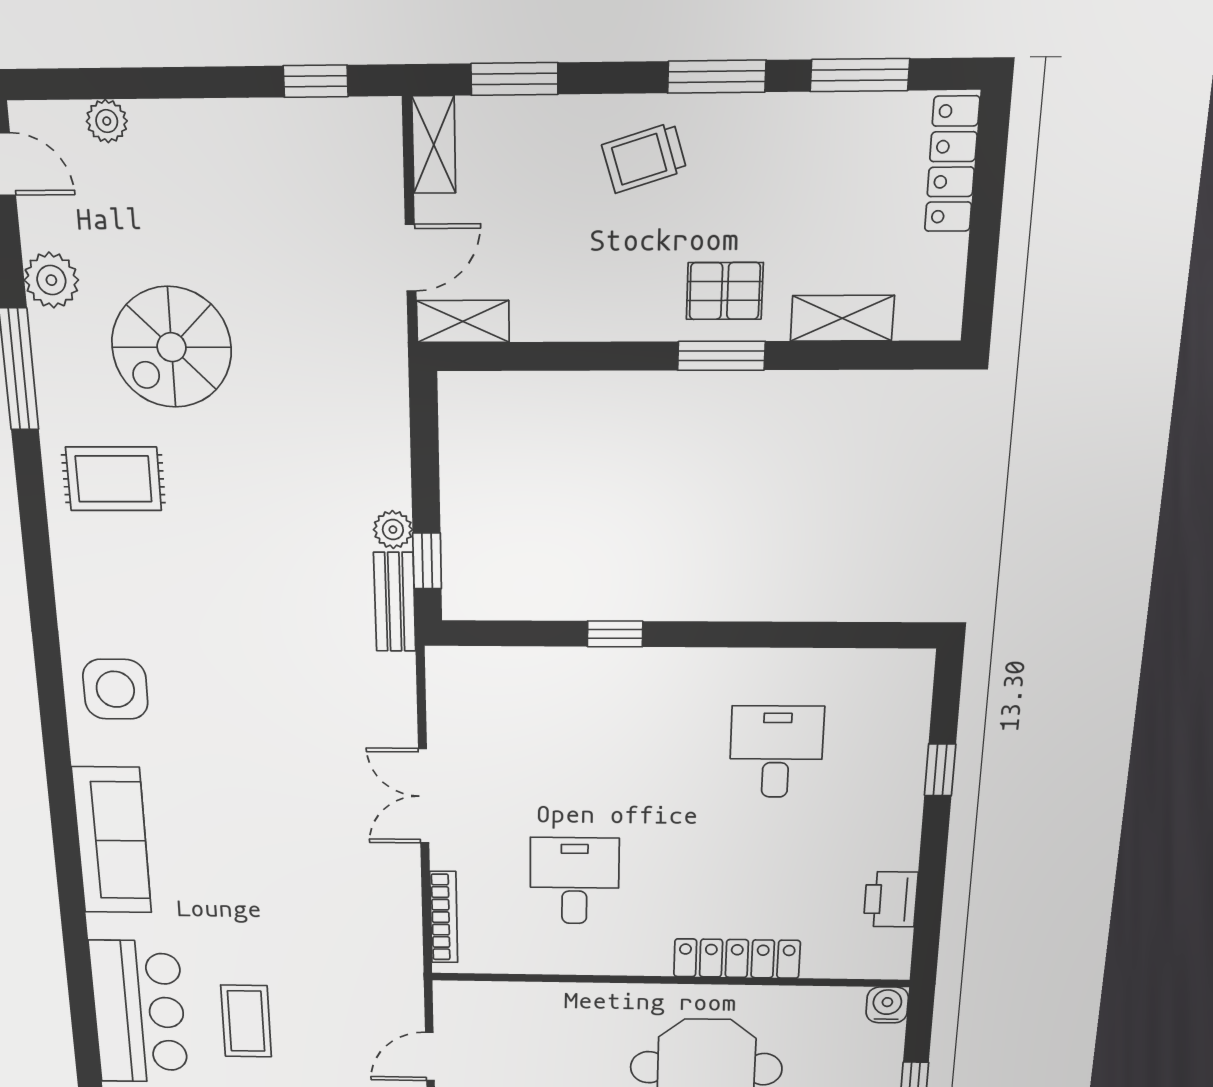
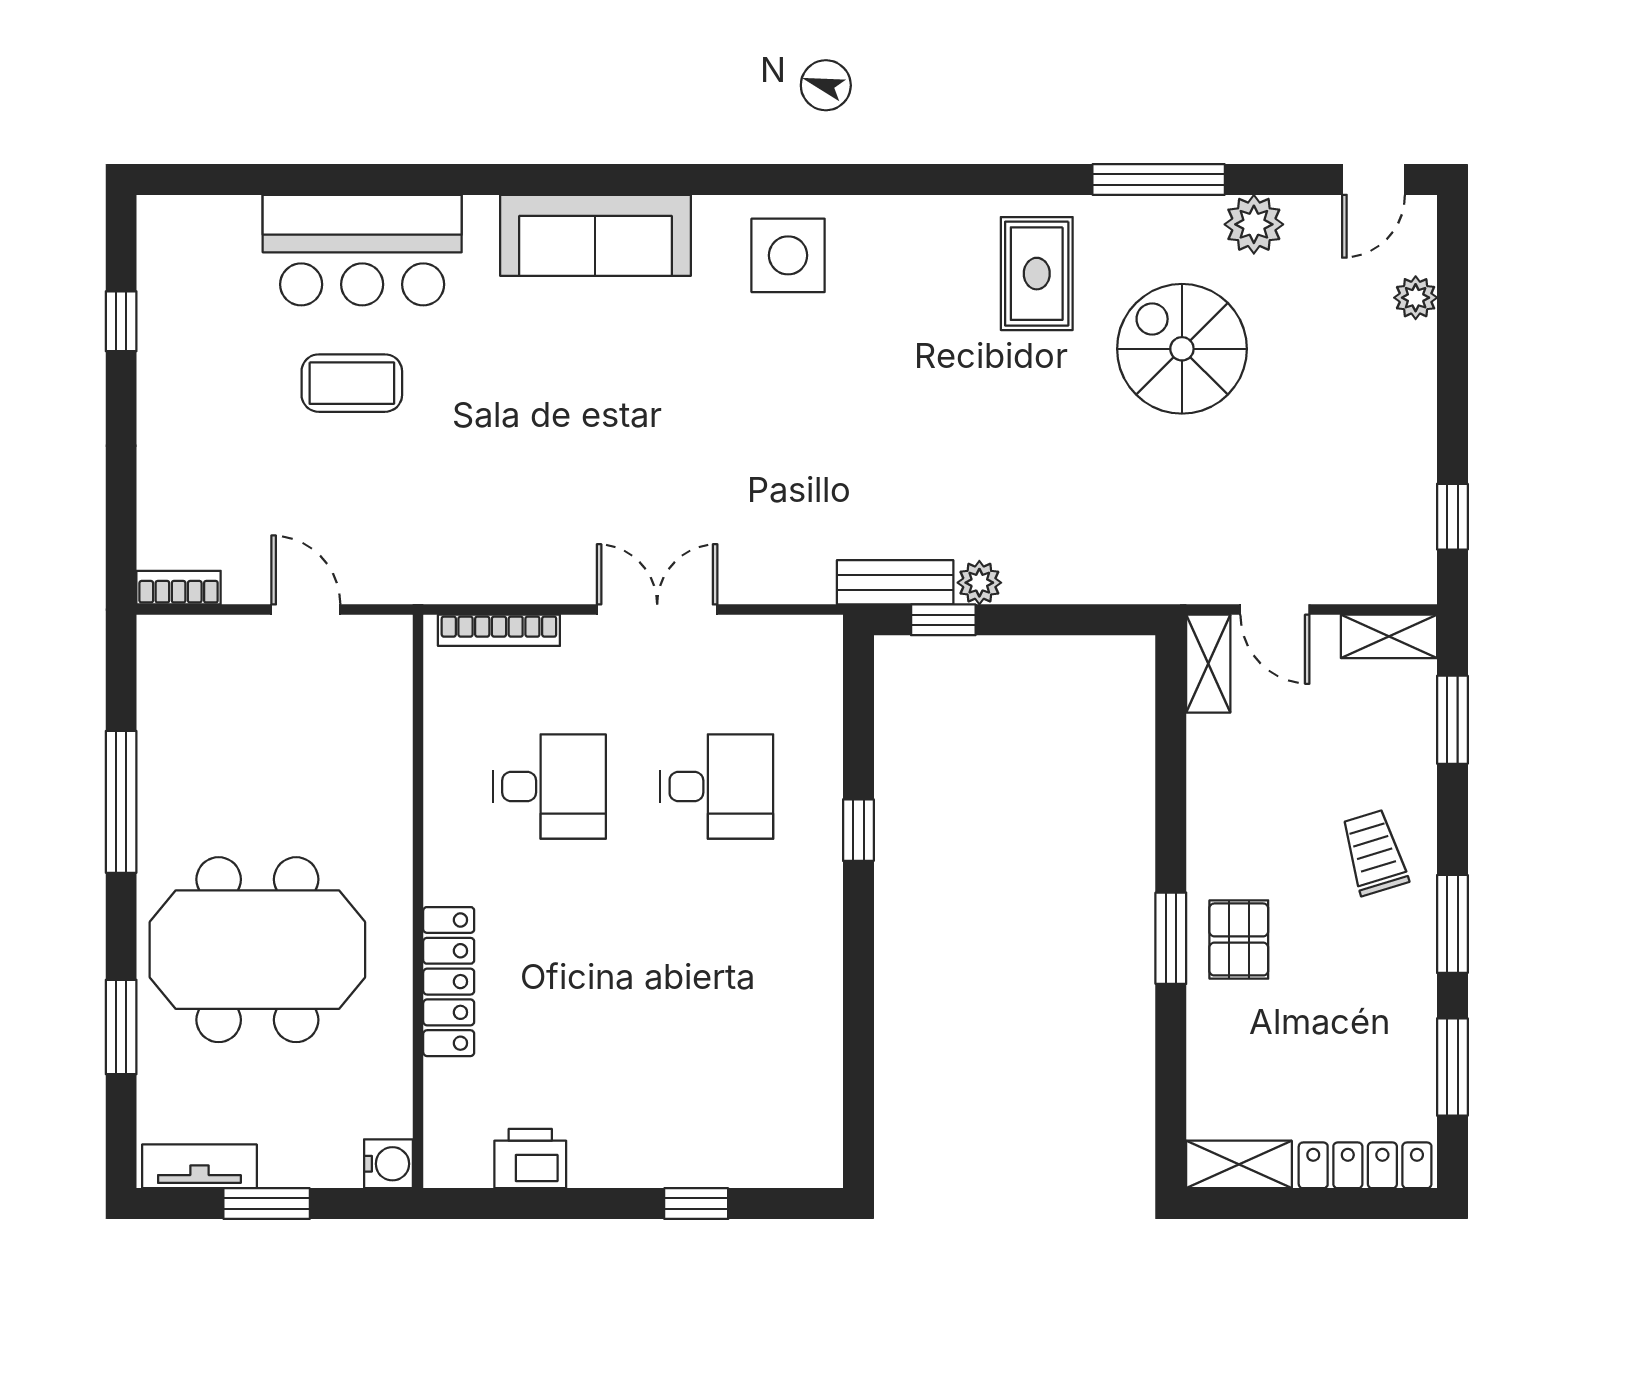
shelving: (842, 318) -> (1239, 1164), moved, turned 90
desk: (776, 752) -> (717, 787), moved

